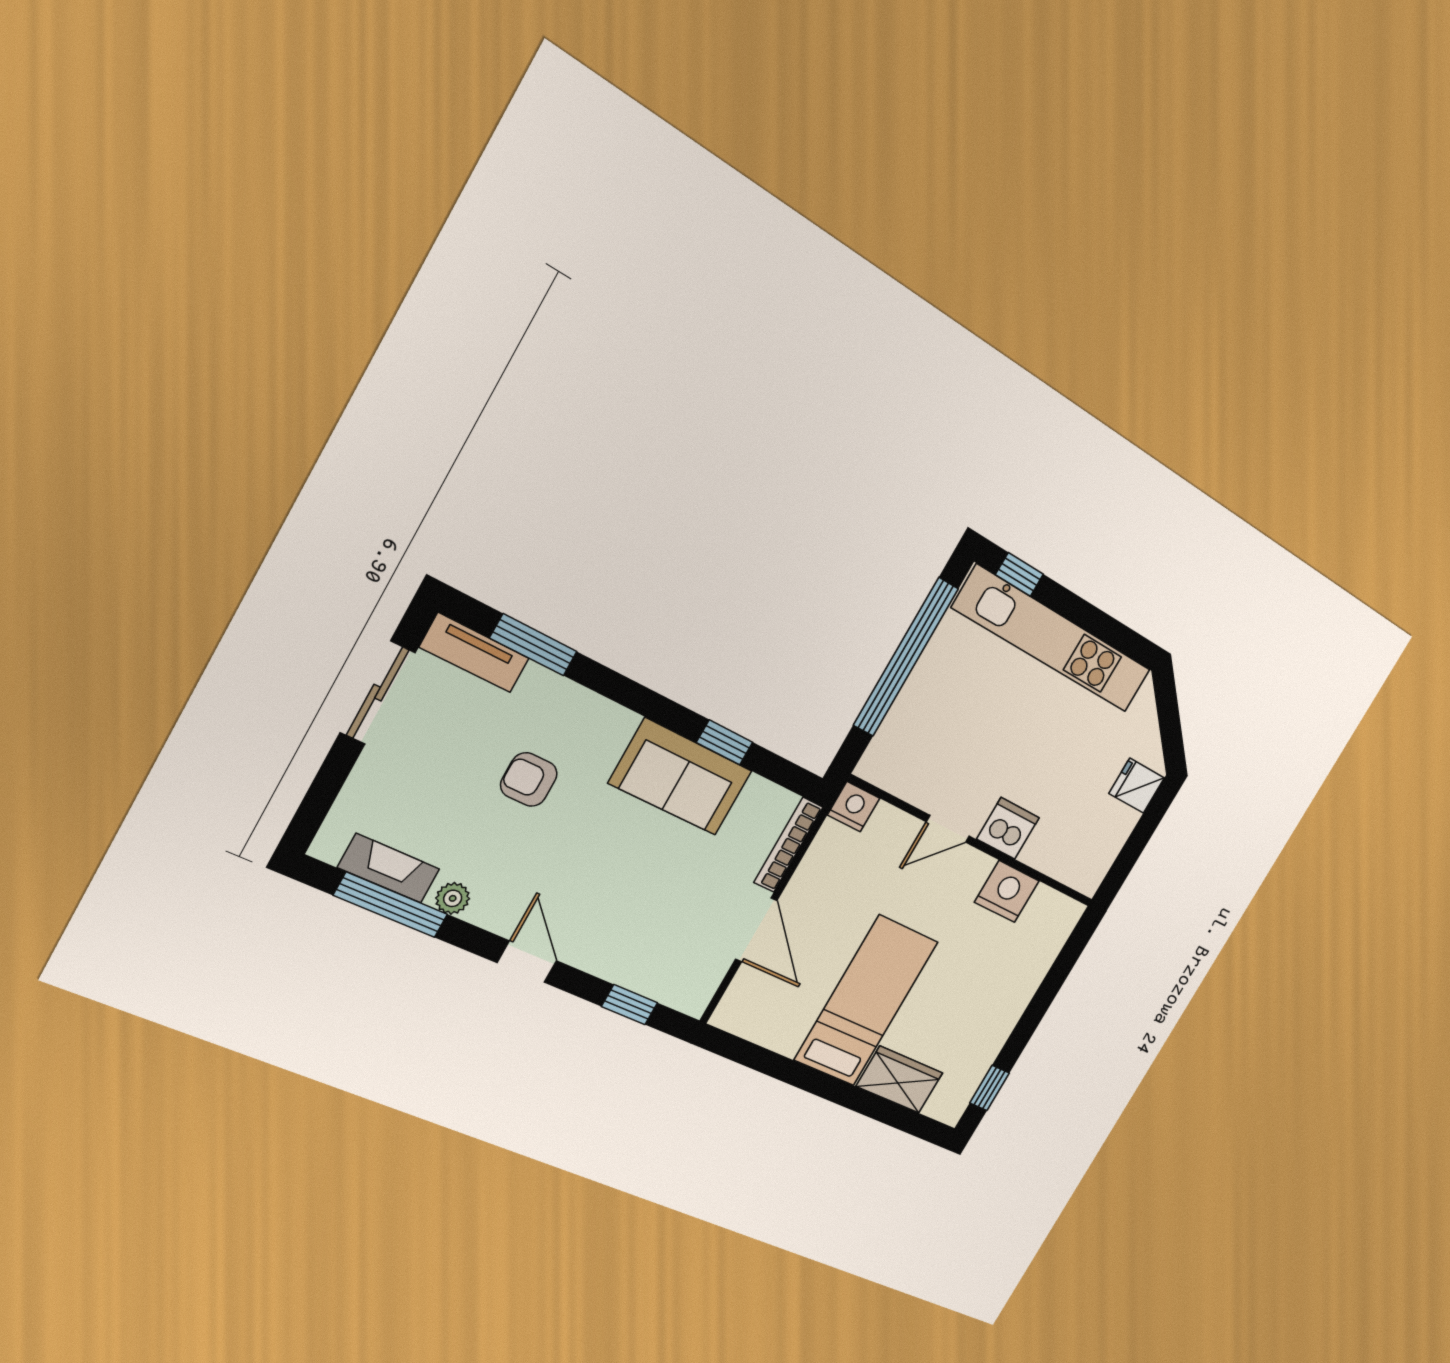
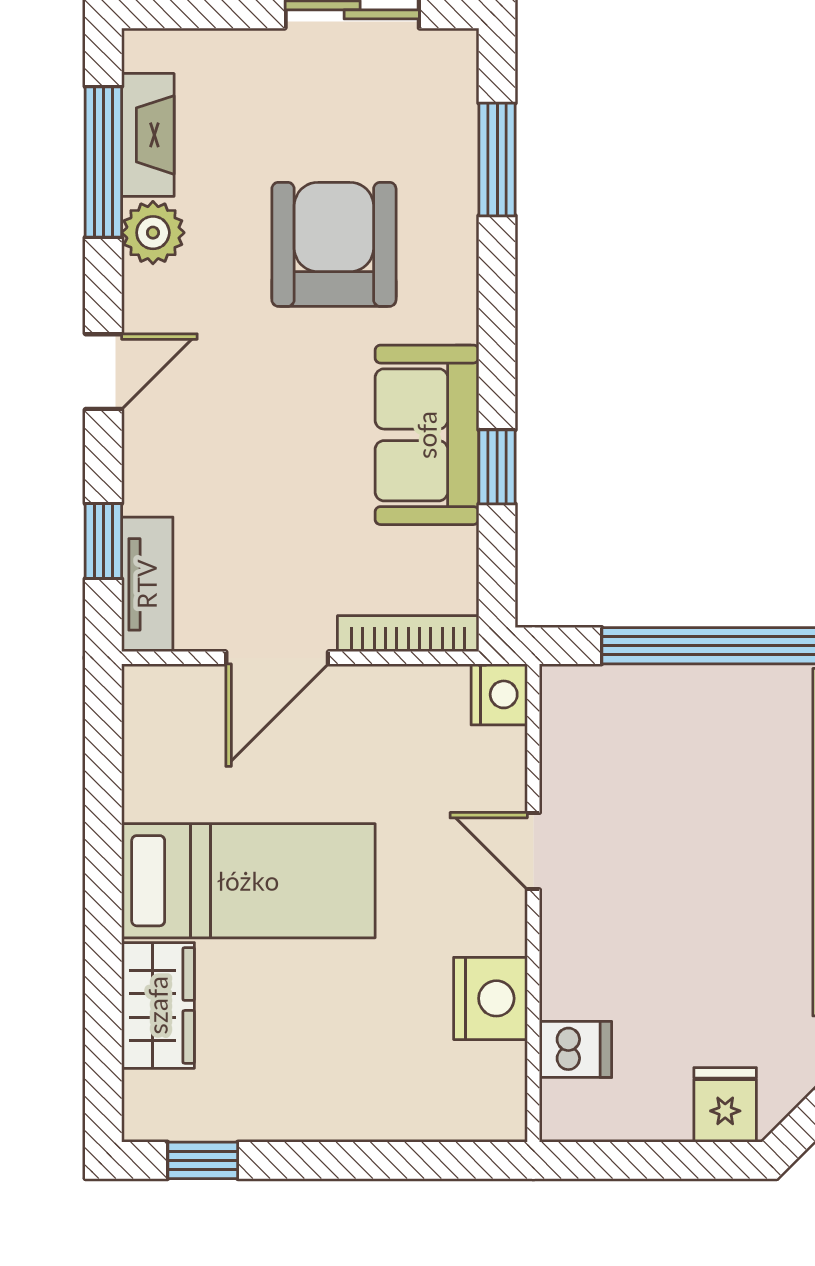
tv unit: (474, 653) -> (147, 584), moved, turned 180
armchair: (529, 779) -> (334, 244), width x1.88, depth x1.88
dishwasher: (1008, 828) -> (576, 1049), moved, width x0.73
plant: (453, 898) -> (153, 233), width x1.38, depth x1.38

